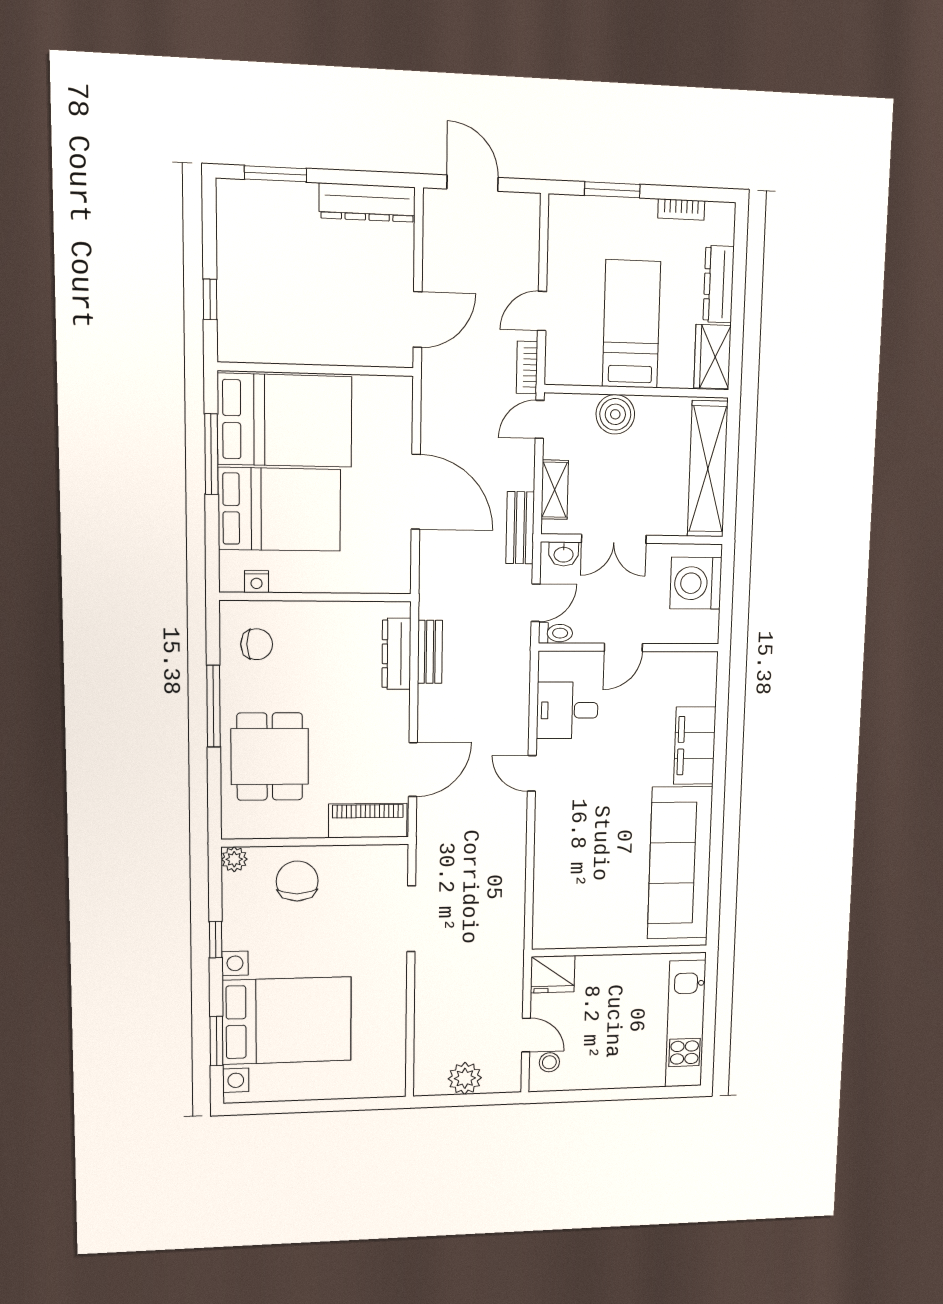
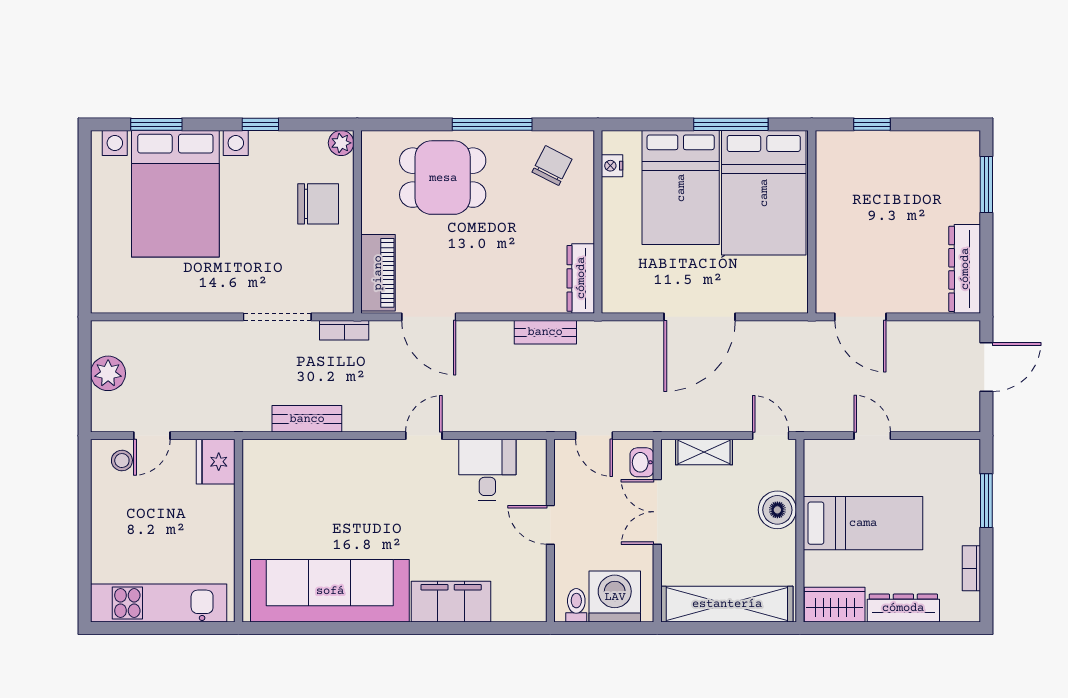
bookcase: (527, 367) -> (344, 330), moved, turned 180
bench: (520, 528) -> (307, 419), moved
toilet: (555, 633) -> (576, 605), moved, turned 180
chair: (257, 644) -> (552, 166), turned -153
dresser: (396, 654) -> (581, 278), moved, turned -90

